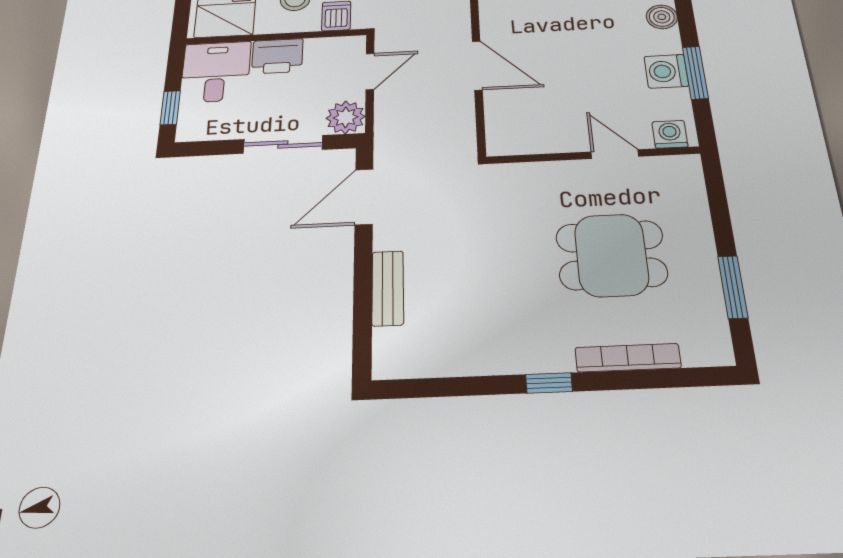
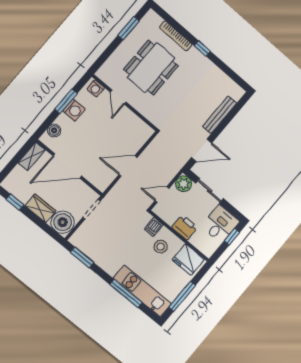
door: (477, 65) -> (128, 166), hinge flipped
desk: (216, 72) -> (220, 224), moved, turned 180
dining table: (611, 255) -> (151, 68), width x1.38
bench: (388, 288) -> (220, 115), width x1.36

